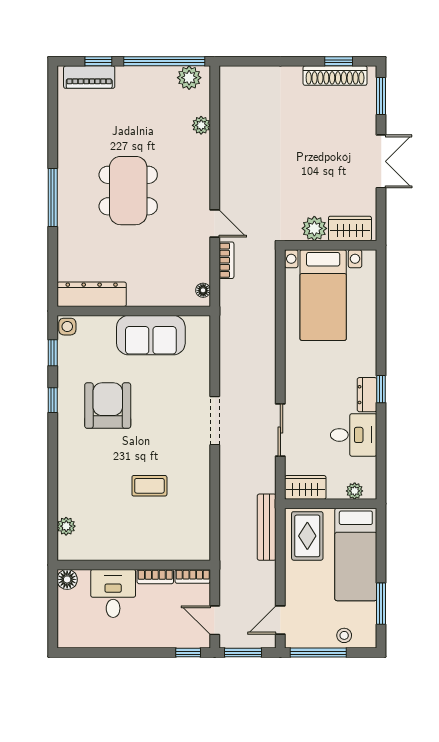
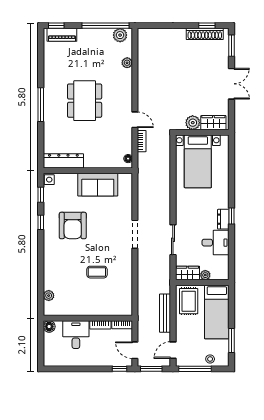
window: (98, 61) -> (56, 26), moved
armchair: (108, 406) -> (73, 226), turned 180
plant: (355, 491) -> (205, 275), moved
bench: (267, 527) -> (165, 313), moved

